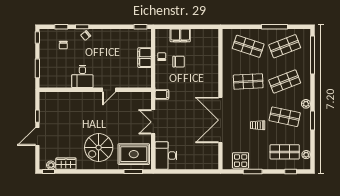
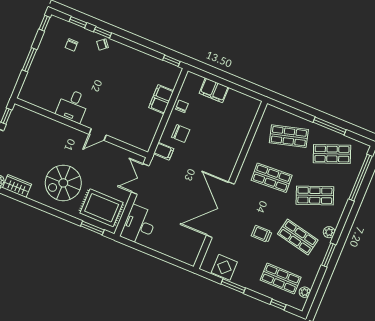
shop shelf: (248, 46) -> (289, 136), turned -33
chair: (179, 62) -> (181, 134), moved
desk: (82, 76) -> (73, 106), moved
wall: (95, 90) -> (81, 128), moved
door: (109, 90) -> (98, 135), moved

